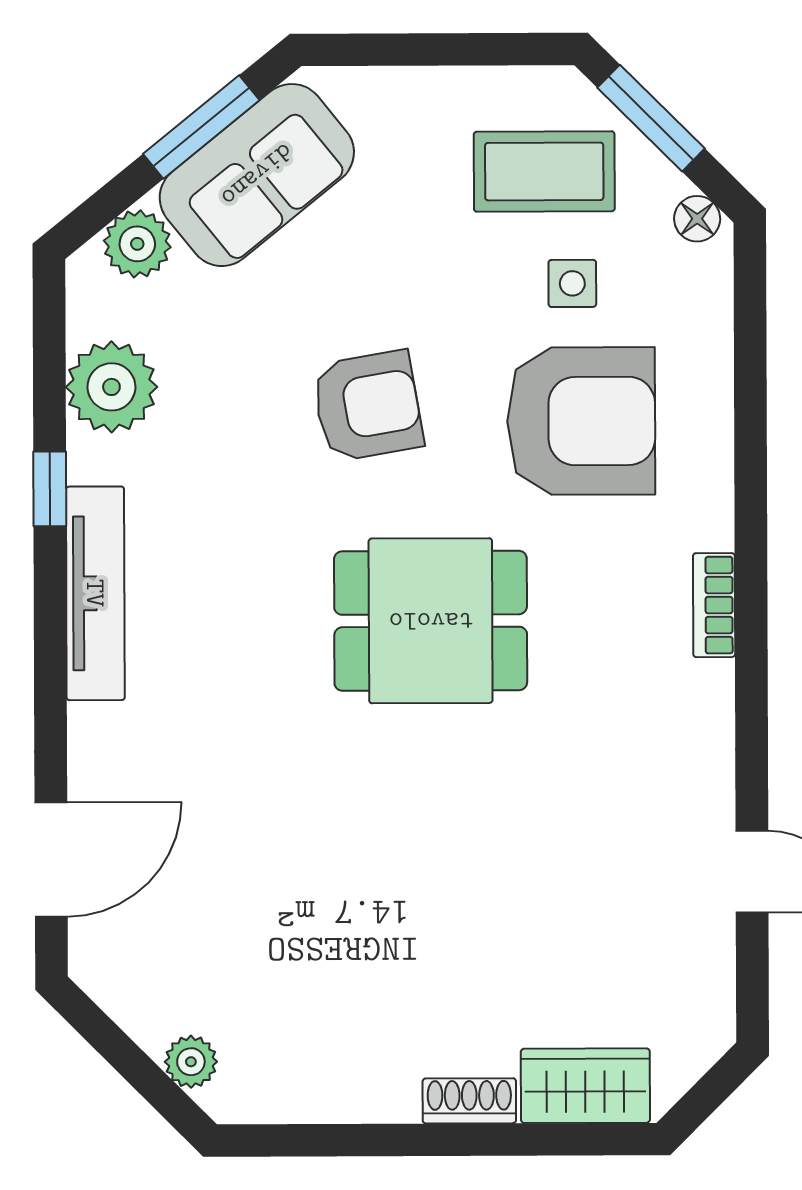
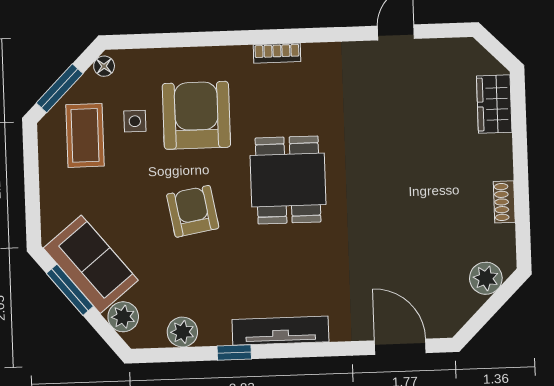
plant: (111, 387) -> (182, 332), width x0.73, depth x0.73
plant: (191, 1062) -> (486, 278), width x1.38, depth x1.38
shoe rack: (469, 1101) -> (504, 202), moved

